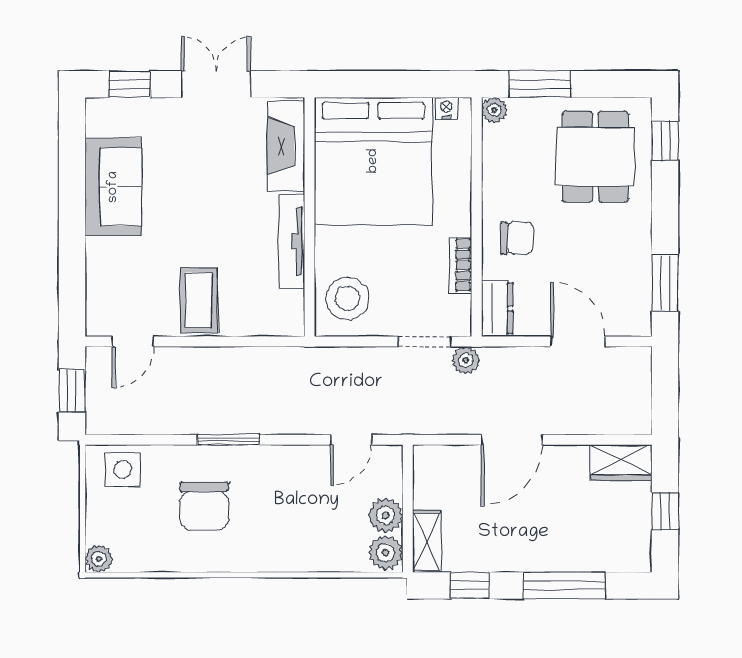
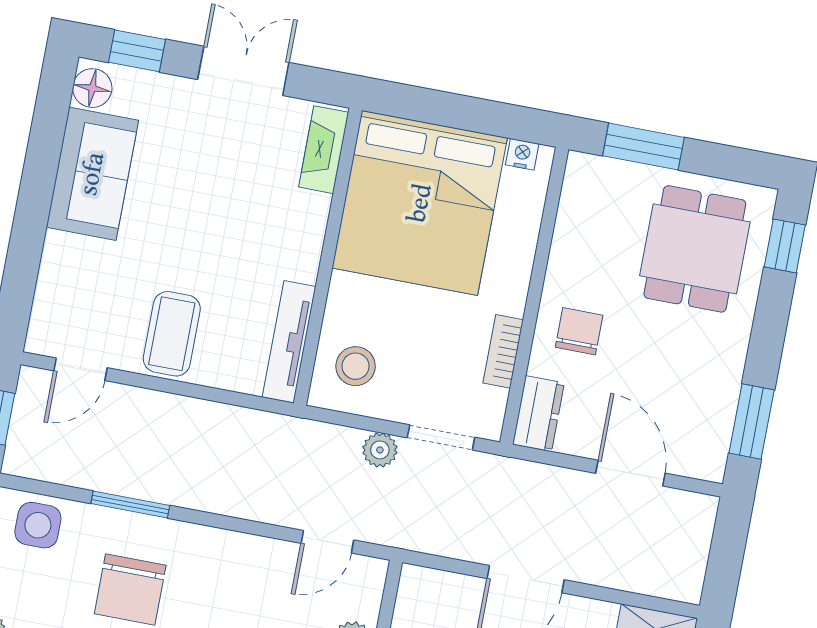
plant: (494, 110) -> (581, 168), removed
floor lamp: (101, 120) -> (92, 88), added
fireplace: (286, 146) -> (324, 150), width x0.73, depth x0.76
chair: (517, 238) -> (579, 331), turned -90
tv unit: (292, 241) -> (289, 342), moved
stool: (347, 298) -> (356, 366), width x0.73, depth x0.73
plant: (466, 360) -> (380, 450), moved
window: (228, 440) -> (130, 504), moved

